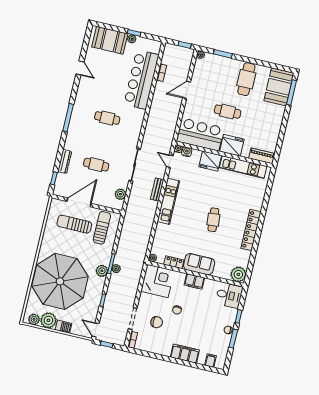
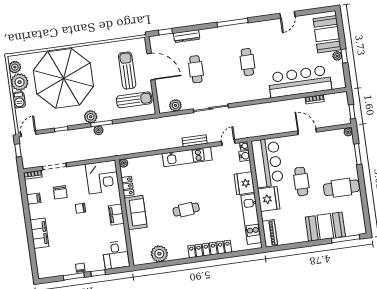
booth: (279, 87) -> (325, 227), moved
locker: (251, 230) -> (210, 249), moved
plant: (238, 274) -> (159, 254), moved
filing cabinet: (211, 361) -> (34, 199), moved

